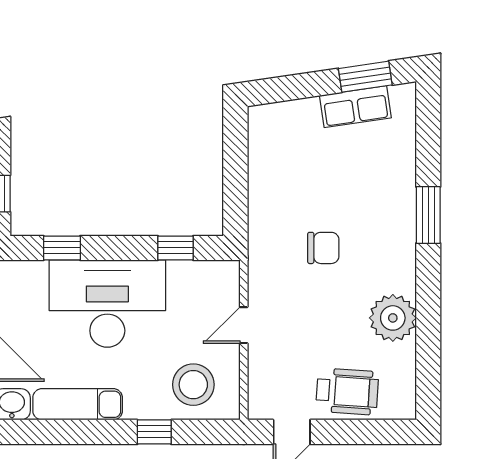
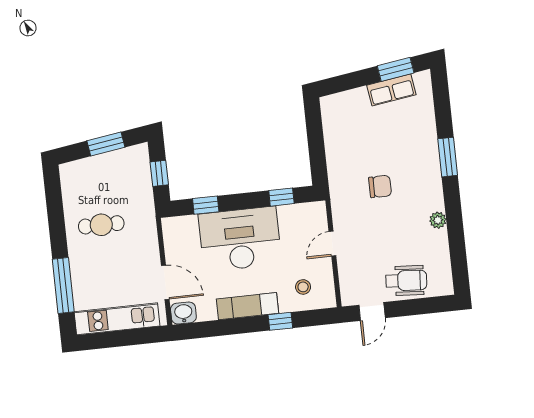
plant: (393, 318) -> (438, 220), width x0.53, depth x0.53
stool: (193, 385) -> (303, 287), width x0.53, depth x0.53
exam couch: (78, 404) -> (248, 306), moved

